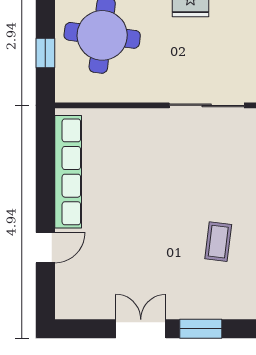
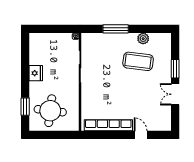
window: (45, 53) -> (58, 135), removed
coffee table: (218, 242) -> (138, 61), width x1.86, depth x1.72

